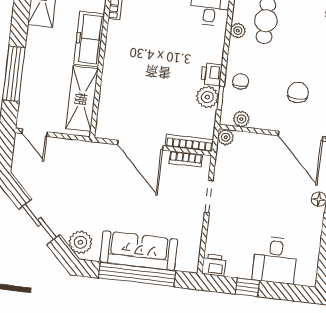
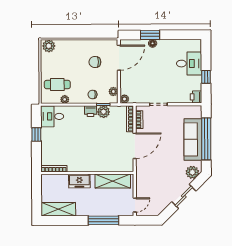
freezer: (89, 39) -> (79, 181), width x0.71

